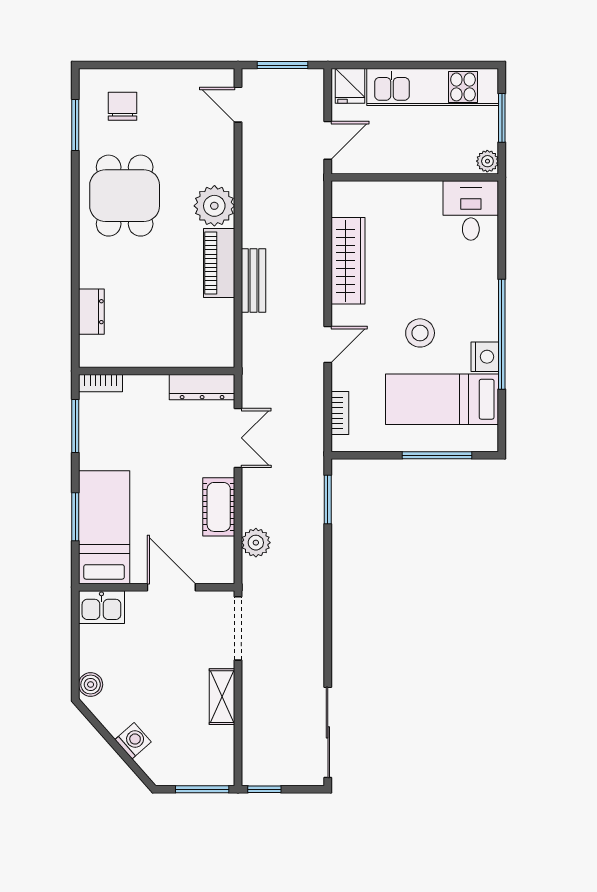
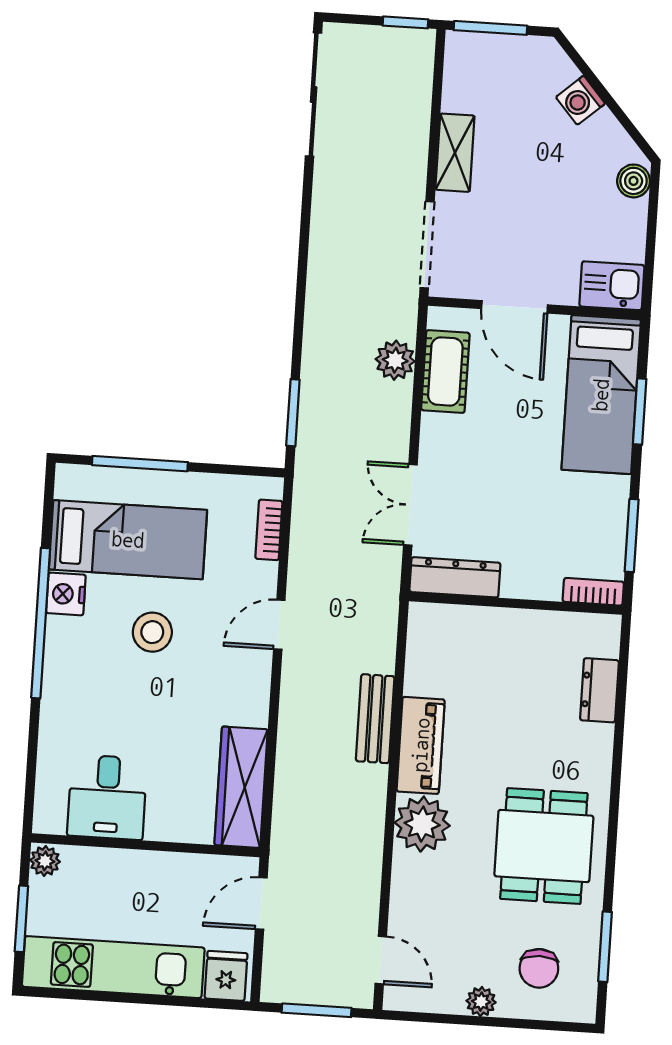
plant: (163, 79) -> (481, 1002), added
desk: (471, 211) -> (107, 797), moved
wardrobe: (348, 261) -> (241, 787), moved
cot: (219, 507) -> (445, 371), moved

